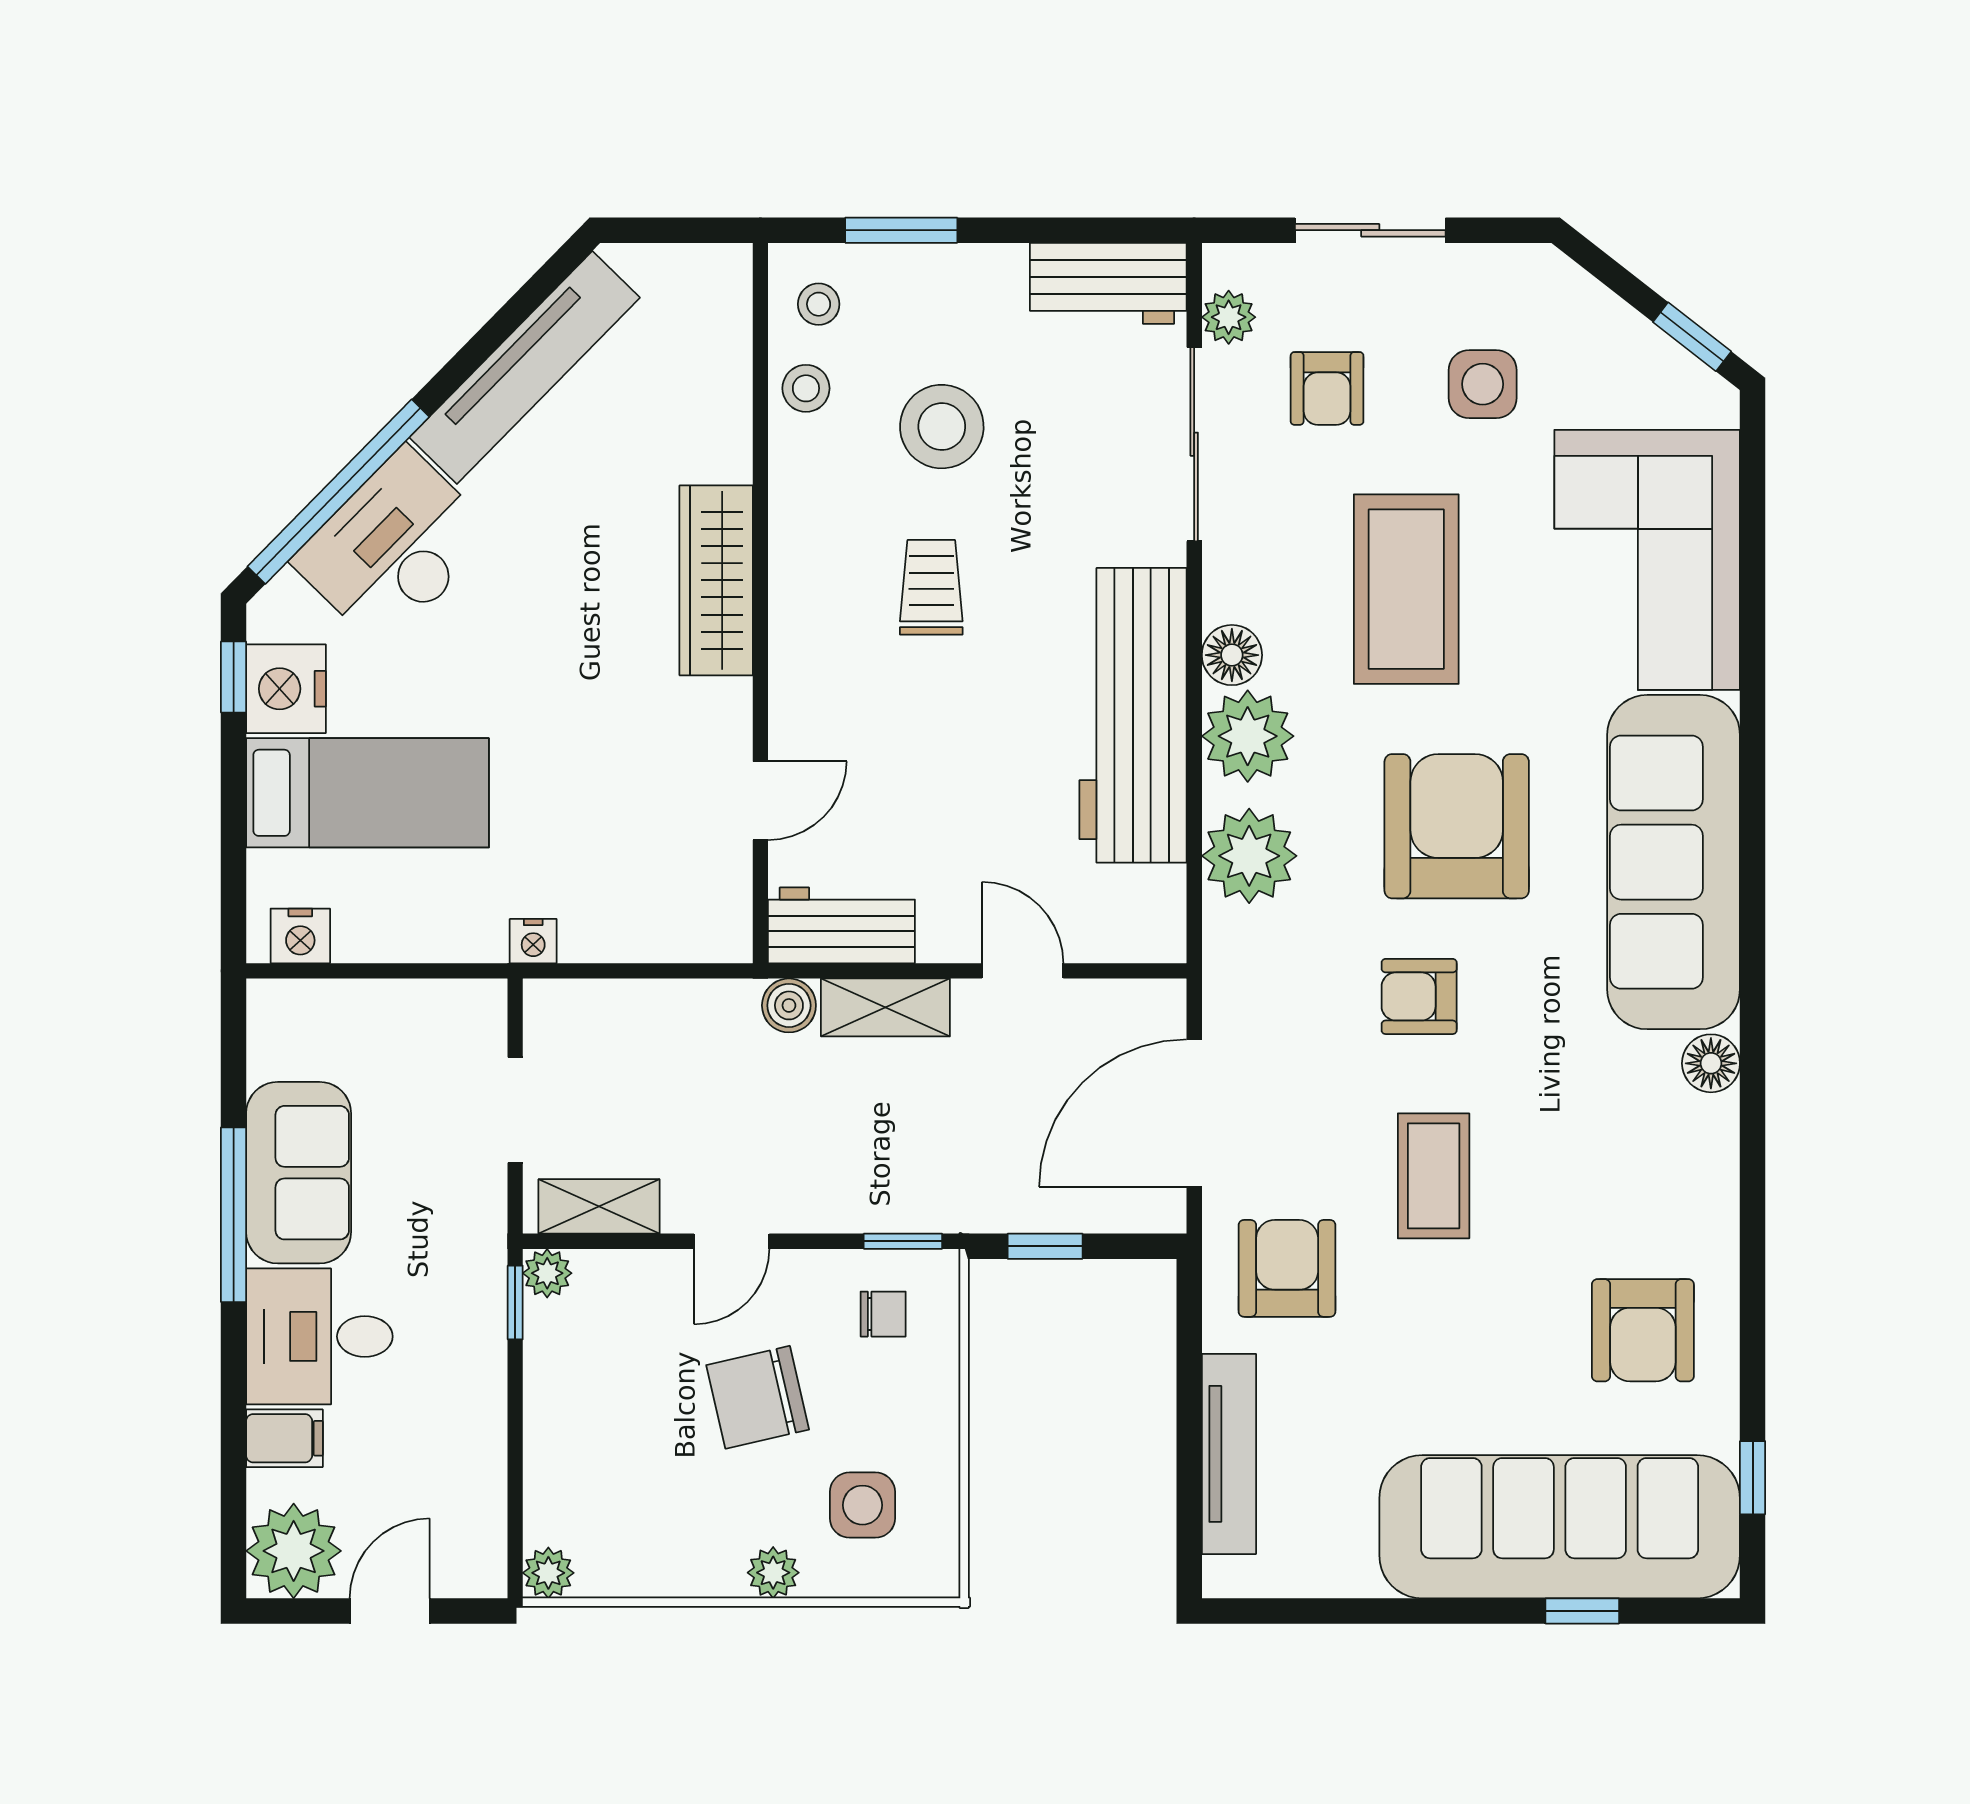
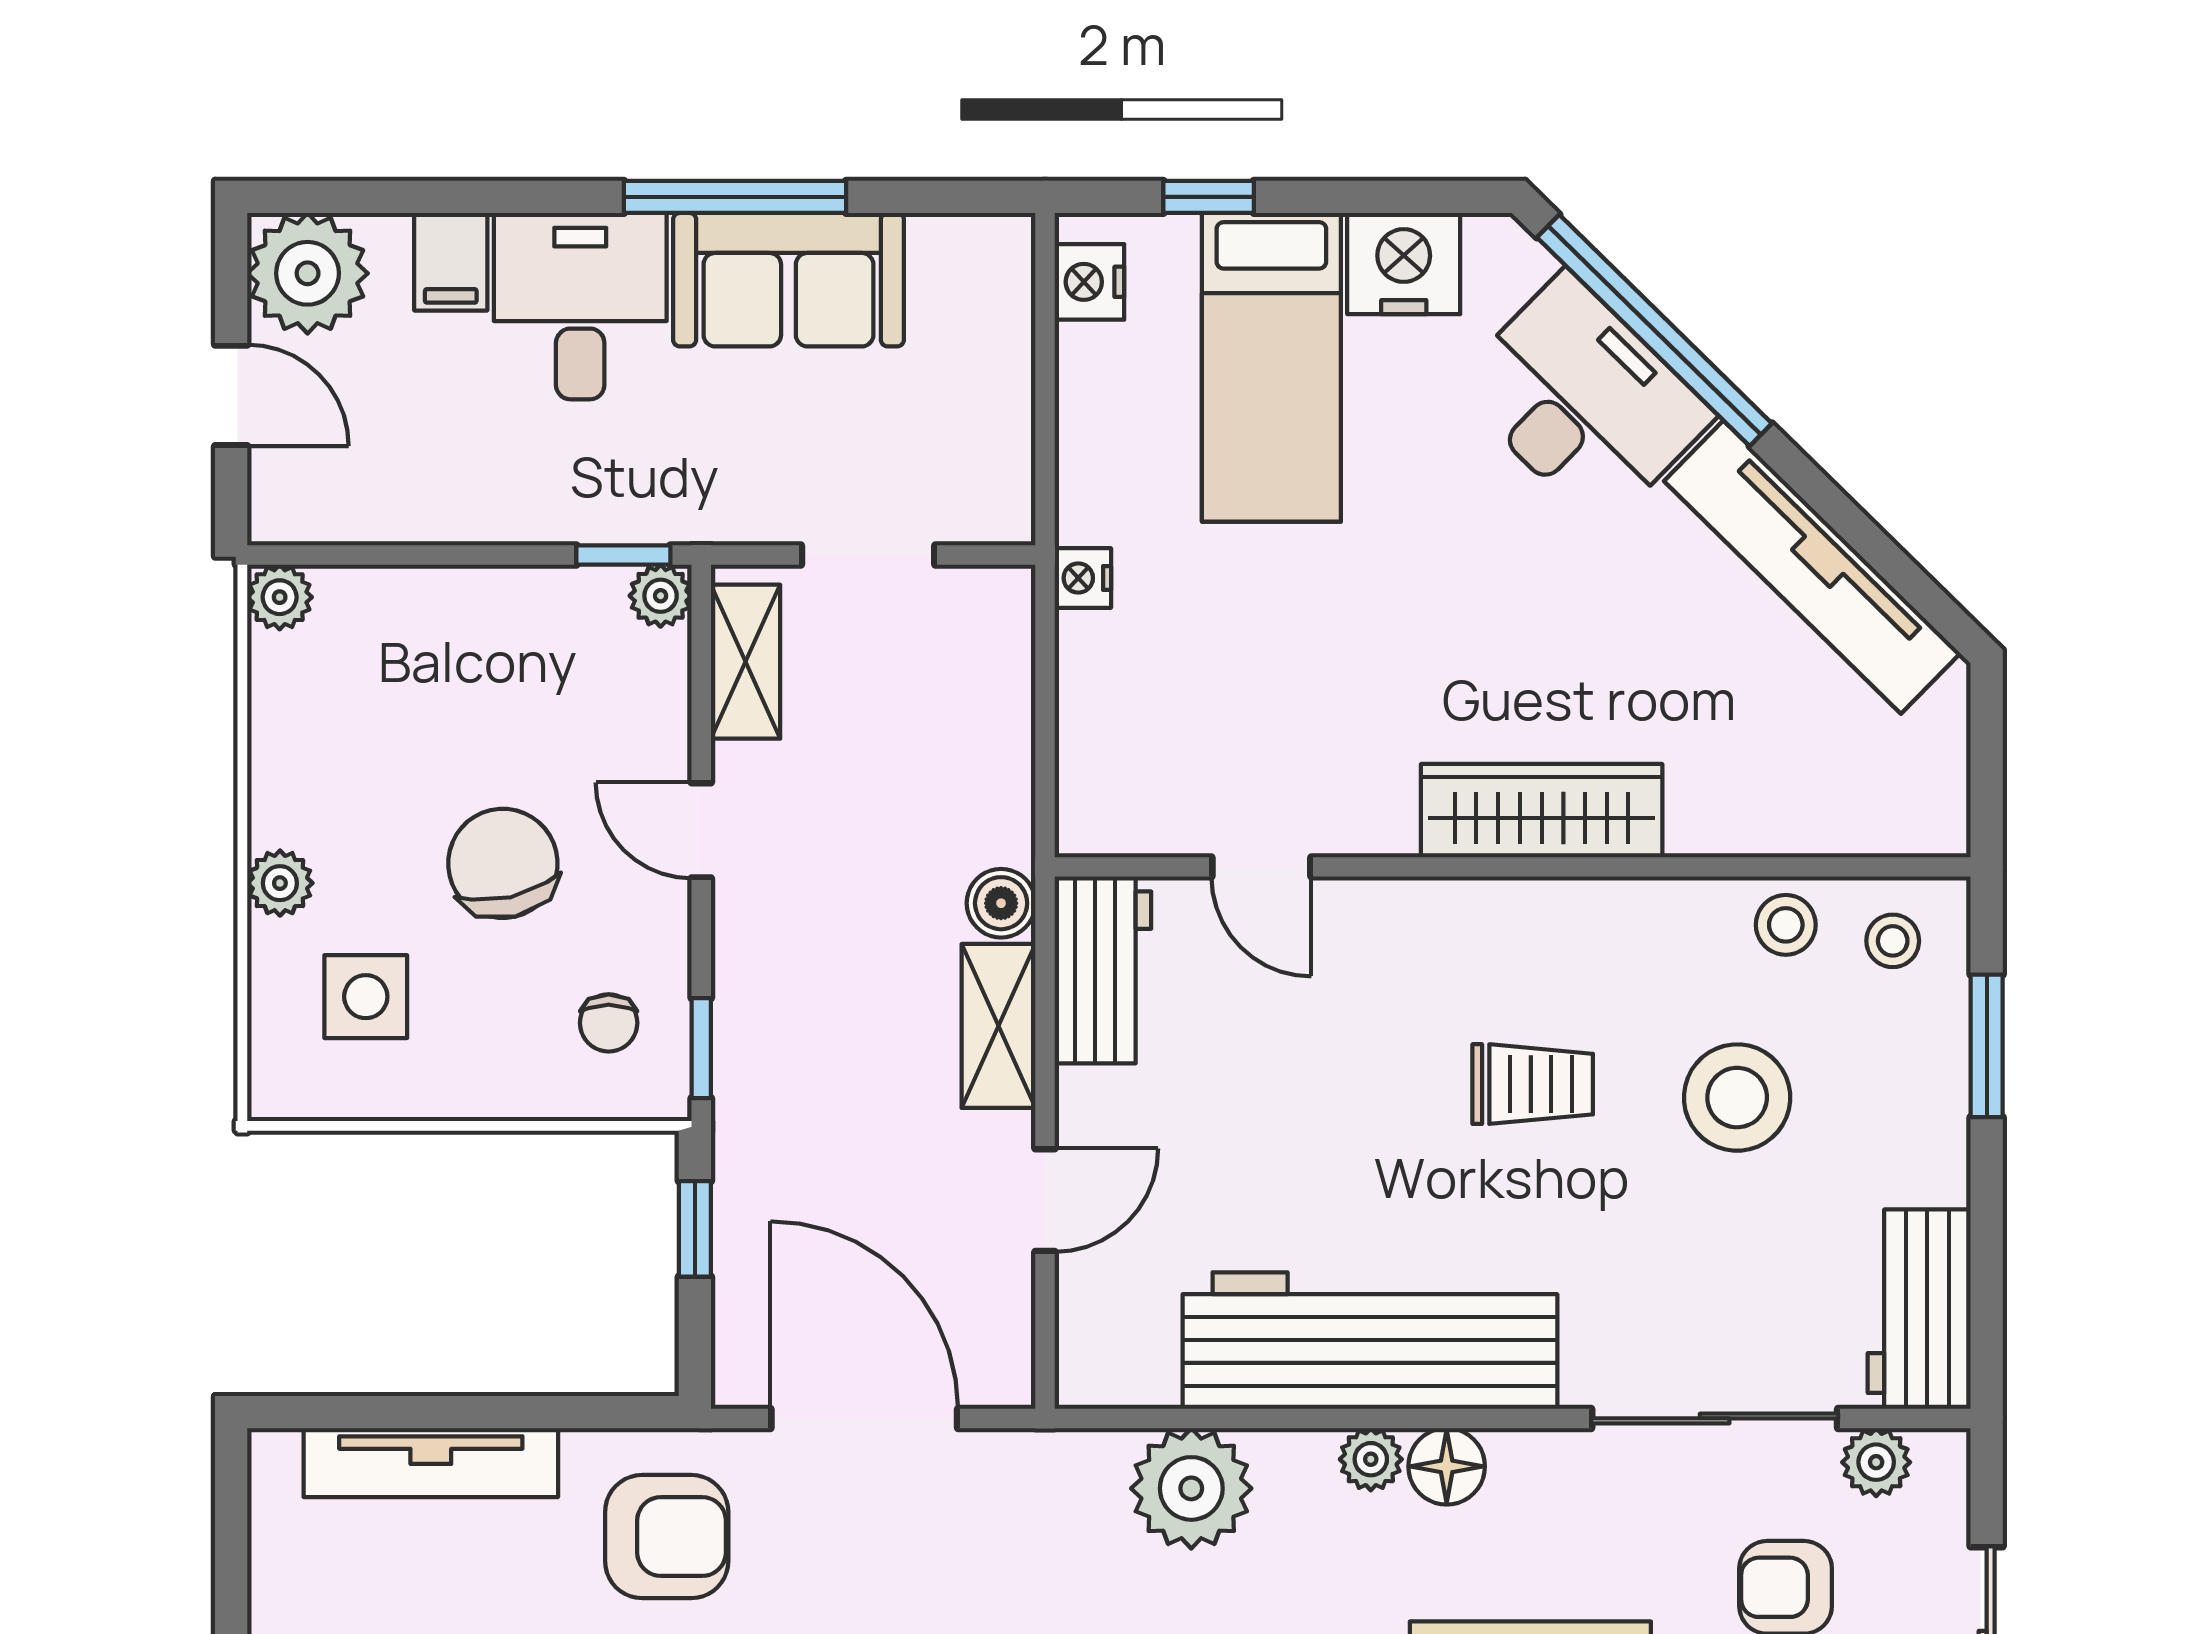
window: (234, 677) -> (1209, 197), moved
plant: (1248, 736) -> (1371, 1459), width x0.53, depth x0.53

